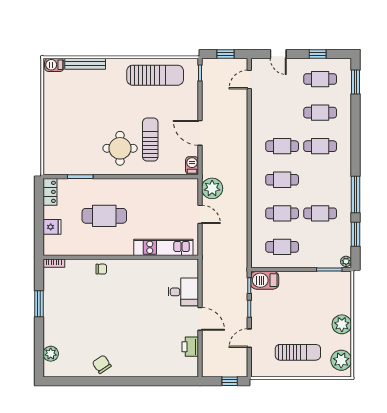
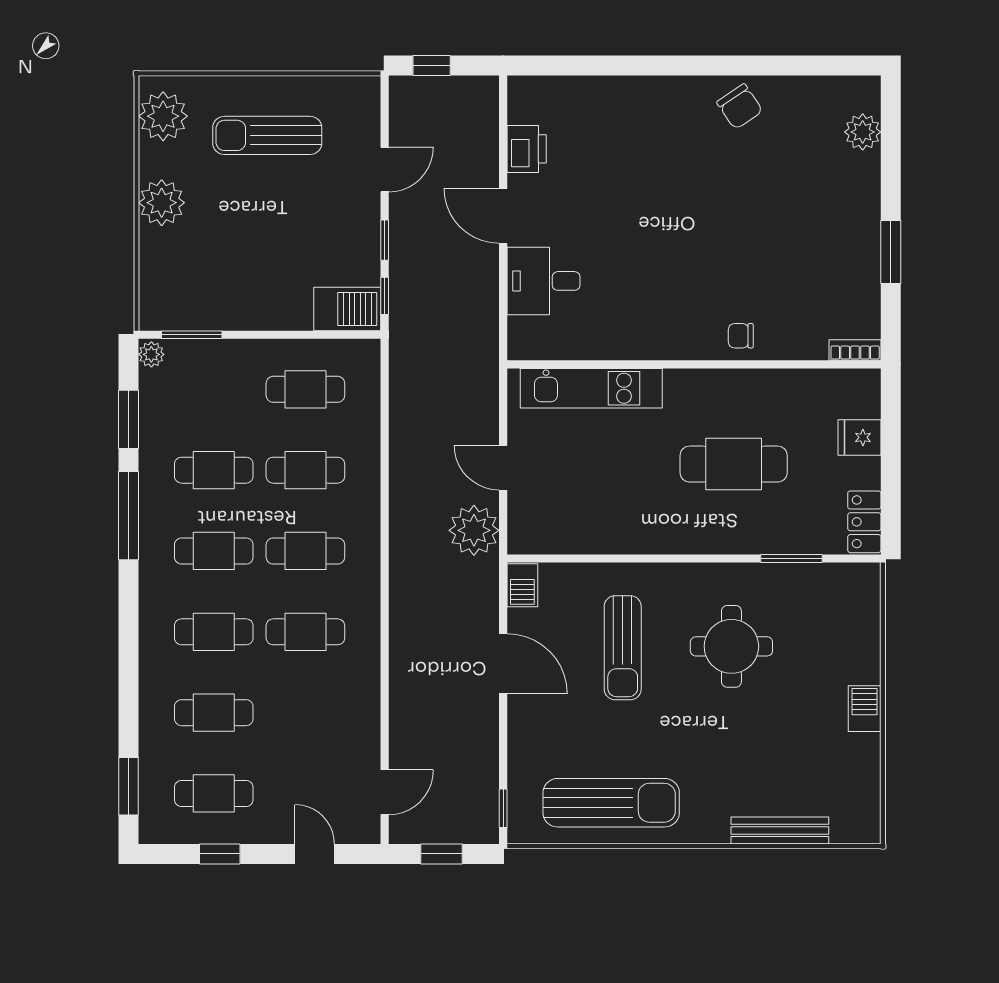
barbecue: (54, 65) -> (865, 709), moved, turned -90
sun lounger: (155, 75) -> (611, 803), turned 180
round table: (120, 148) -> (731, 646), moved
cafe table: (320, 180) -> (214, 551), added

